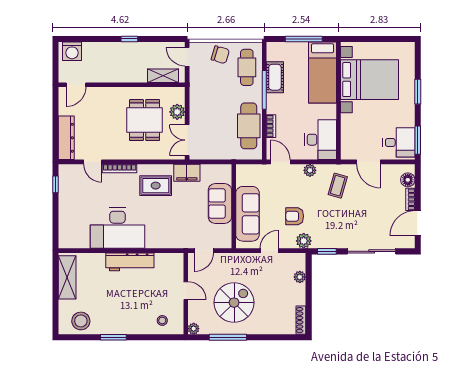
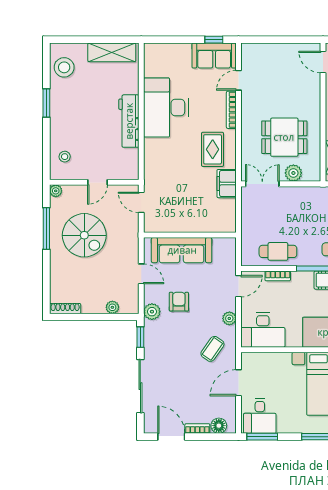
cafe table: (249, 126) -> (278, 251), width x0.73, depth x0.74
dresser: (66, 138) -> (265, 51), removed
coffee table: (338, 186) -> (212, 349), turned -71
sofa: (220, 204) -> (214, 55), moved, turned 180

